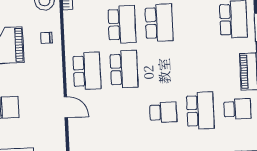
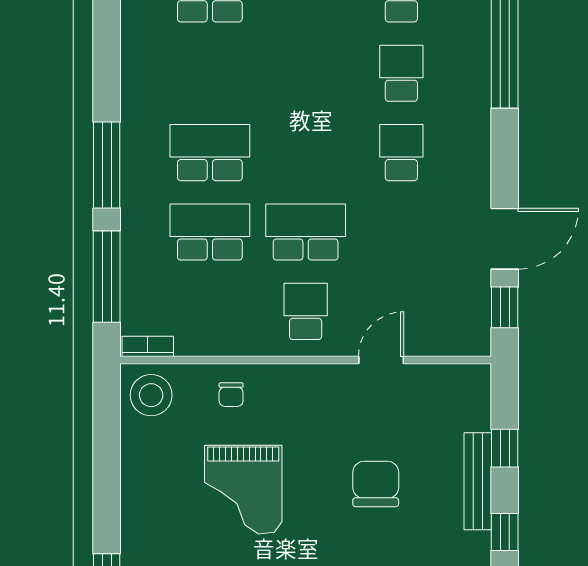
school desk: (87, 71) -> (306, 311), width x0.54
school desk: (200, 111) -> (401, 73), width x0.54

